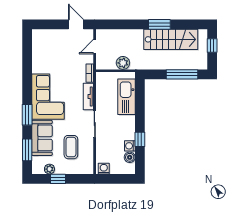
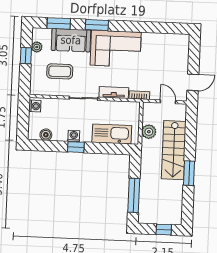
stairs: (171, 39) -> (174, 150), moved
window: (140, 139) -> (76, 147), moved
washing machine: (130, 146) -> (74, 136), moved

